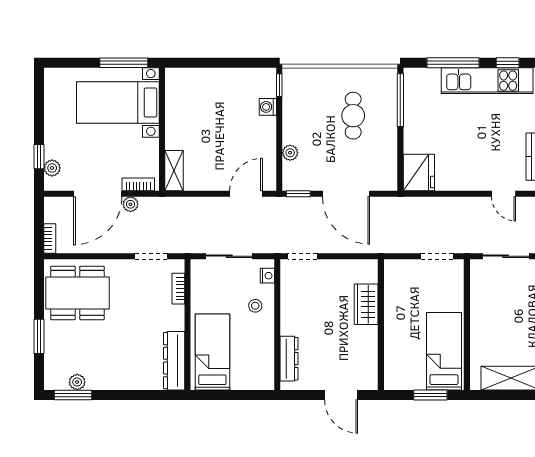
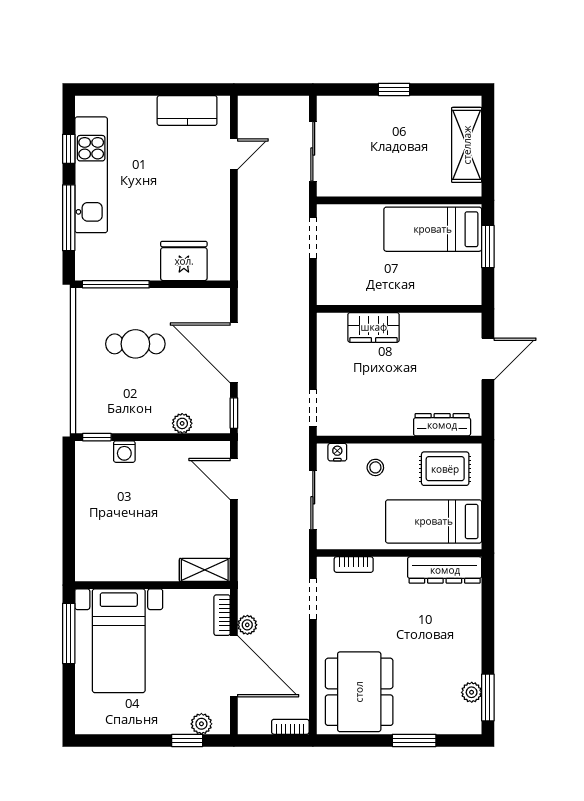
fridge: (419, 172) -> (184, 261), moved
door: (346, 194) -> (234, 353), swing flipped
rug: (254, 361) -> (445, 469), added

